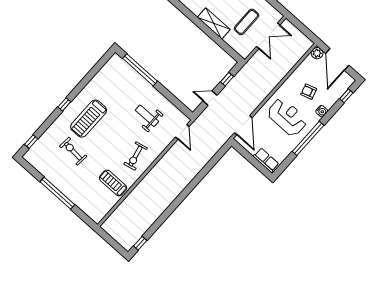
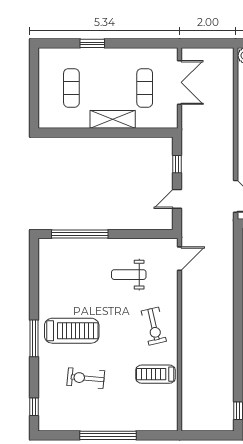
window: (64, 104) -> (34, 338), width x2.17
treadmill: (89, 119) -> (72, 331), turned -90
door: (182, 132) -> (180, 259), hinge flipped

